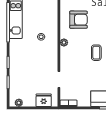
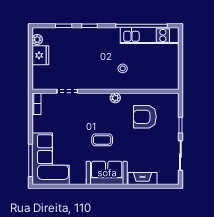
armchair: (78, 20) -> (145, 117), turned 90
fridge: (44, 100) -> (40, 55), moved

